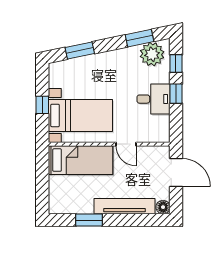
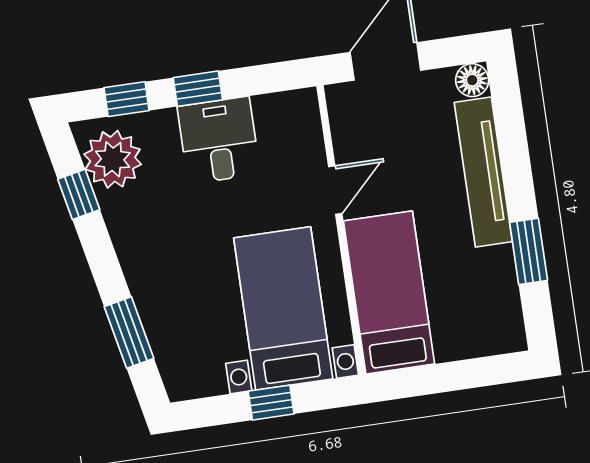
window: (140, 38) -> (79, 194), width x0.67

